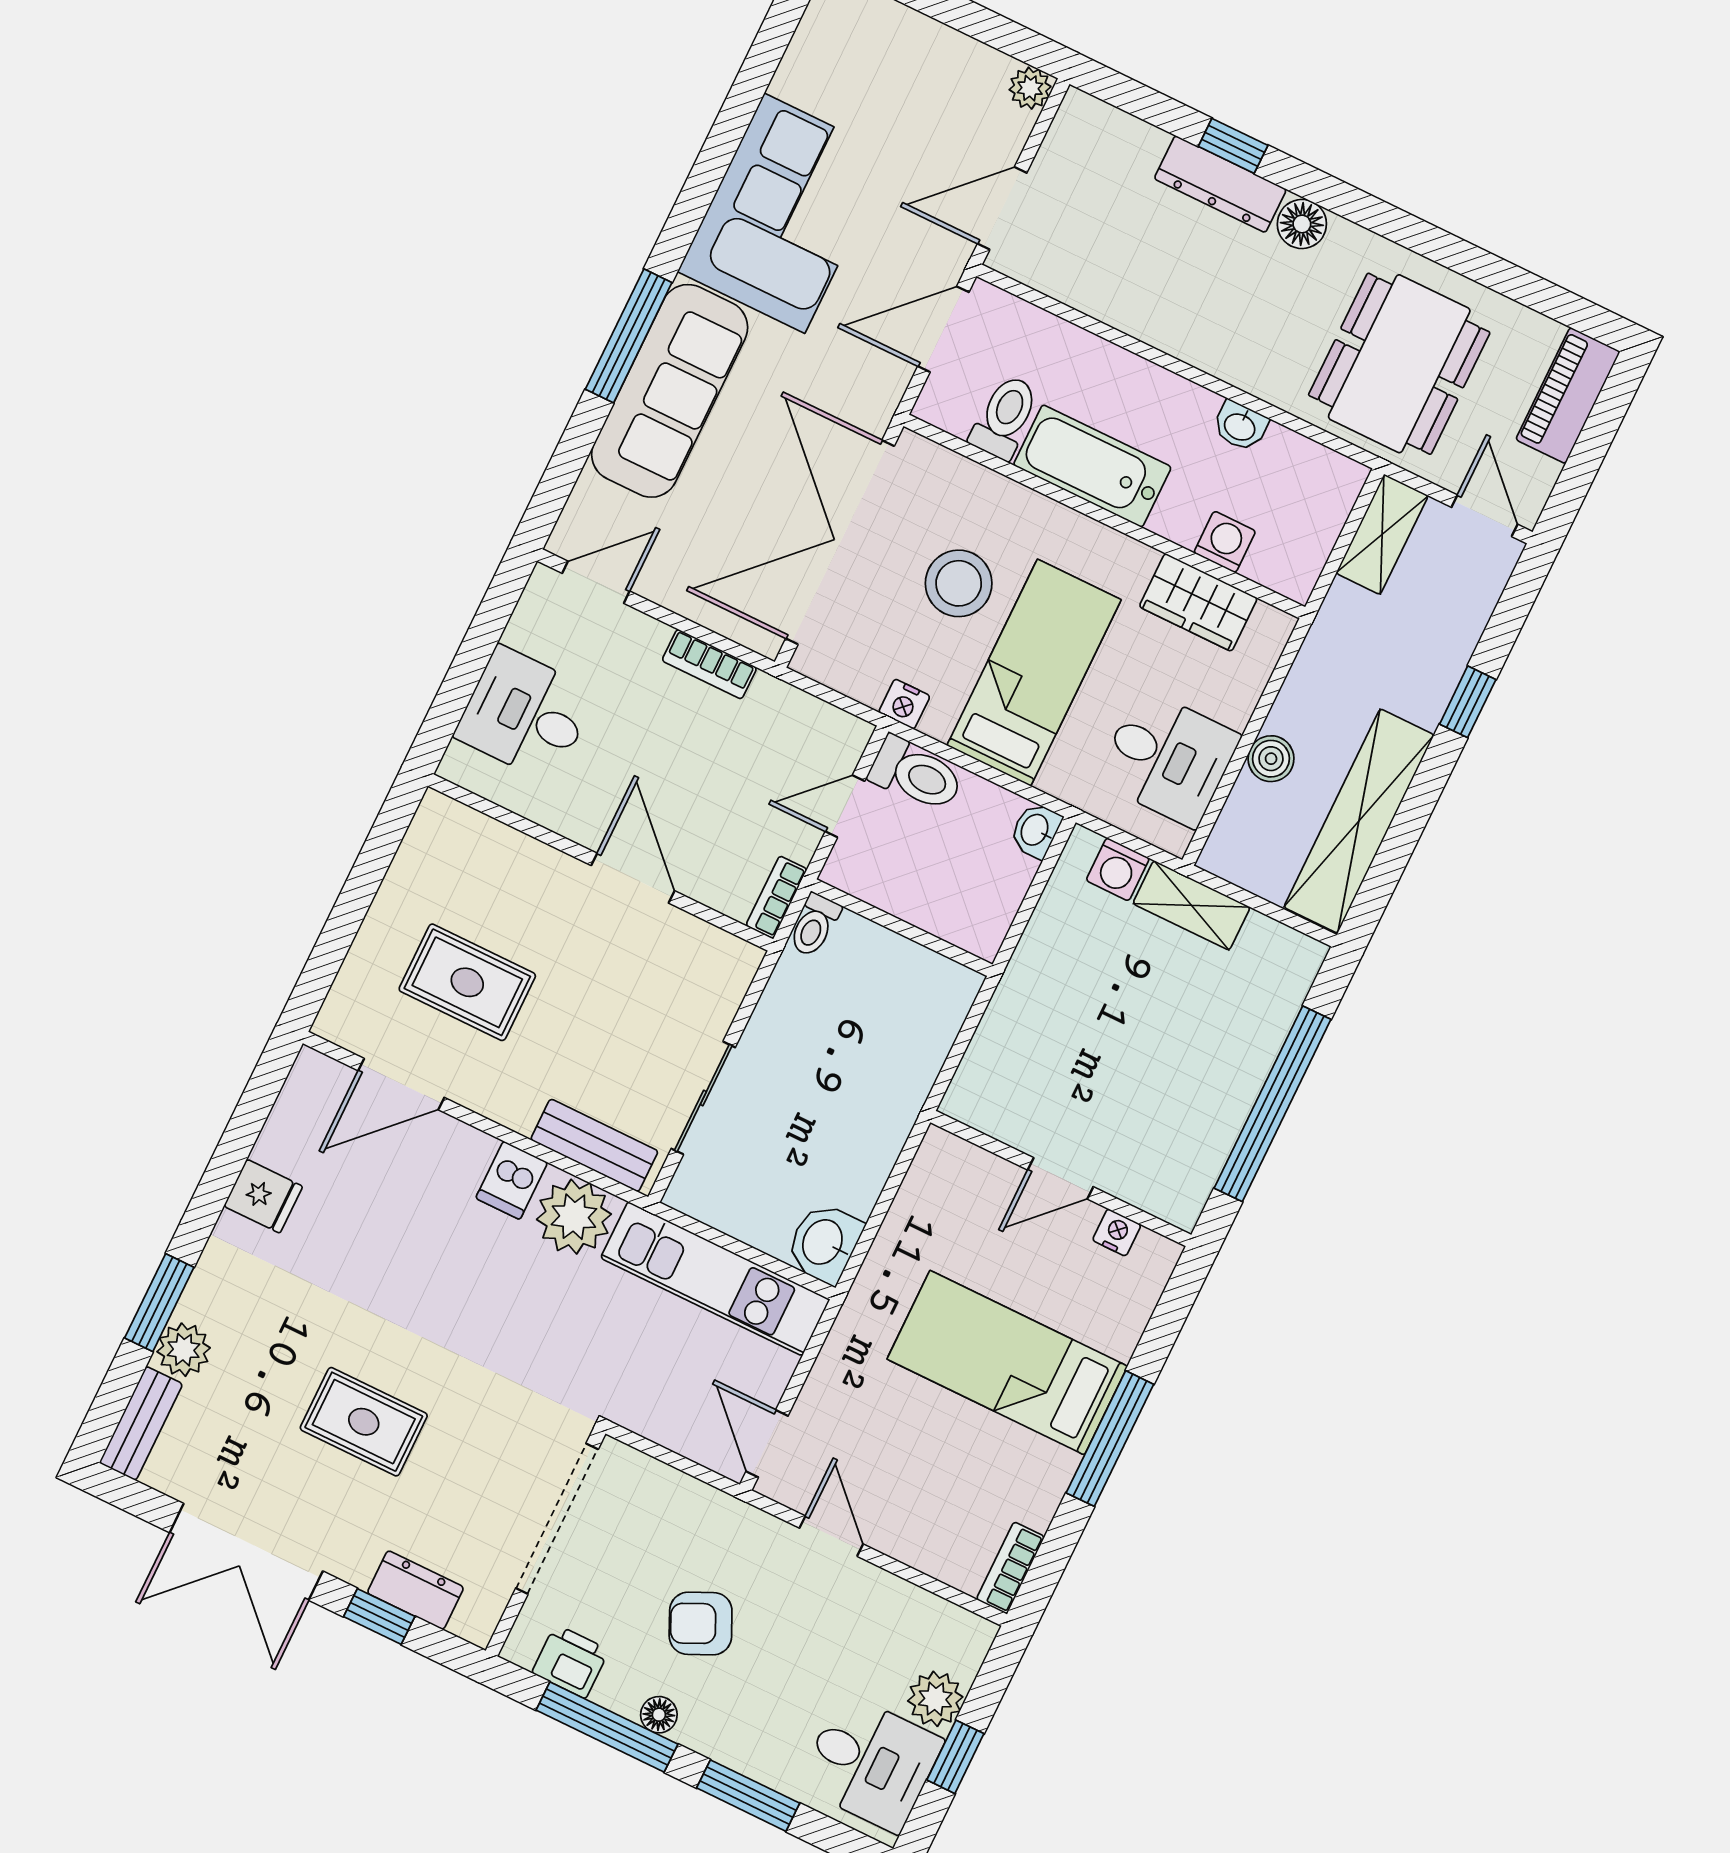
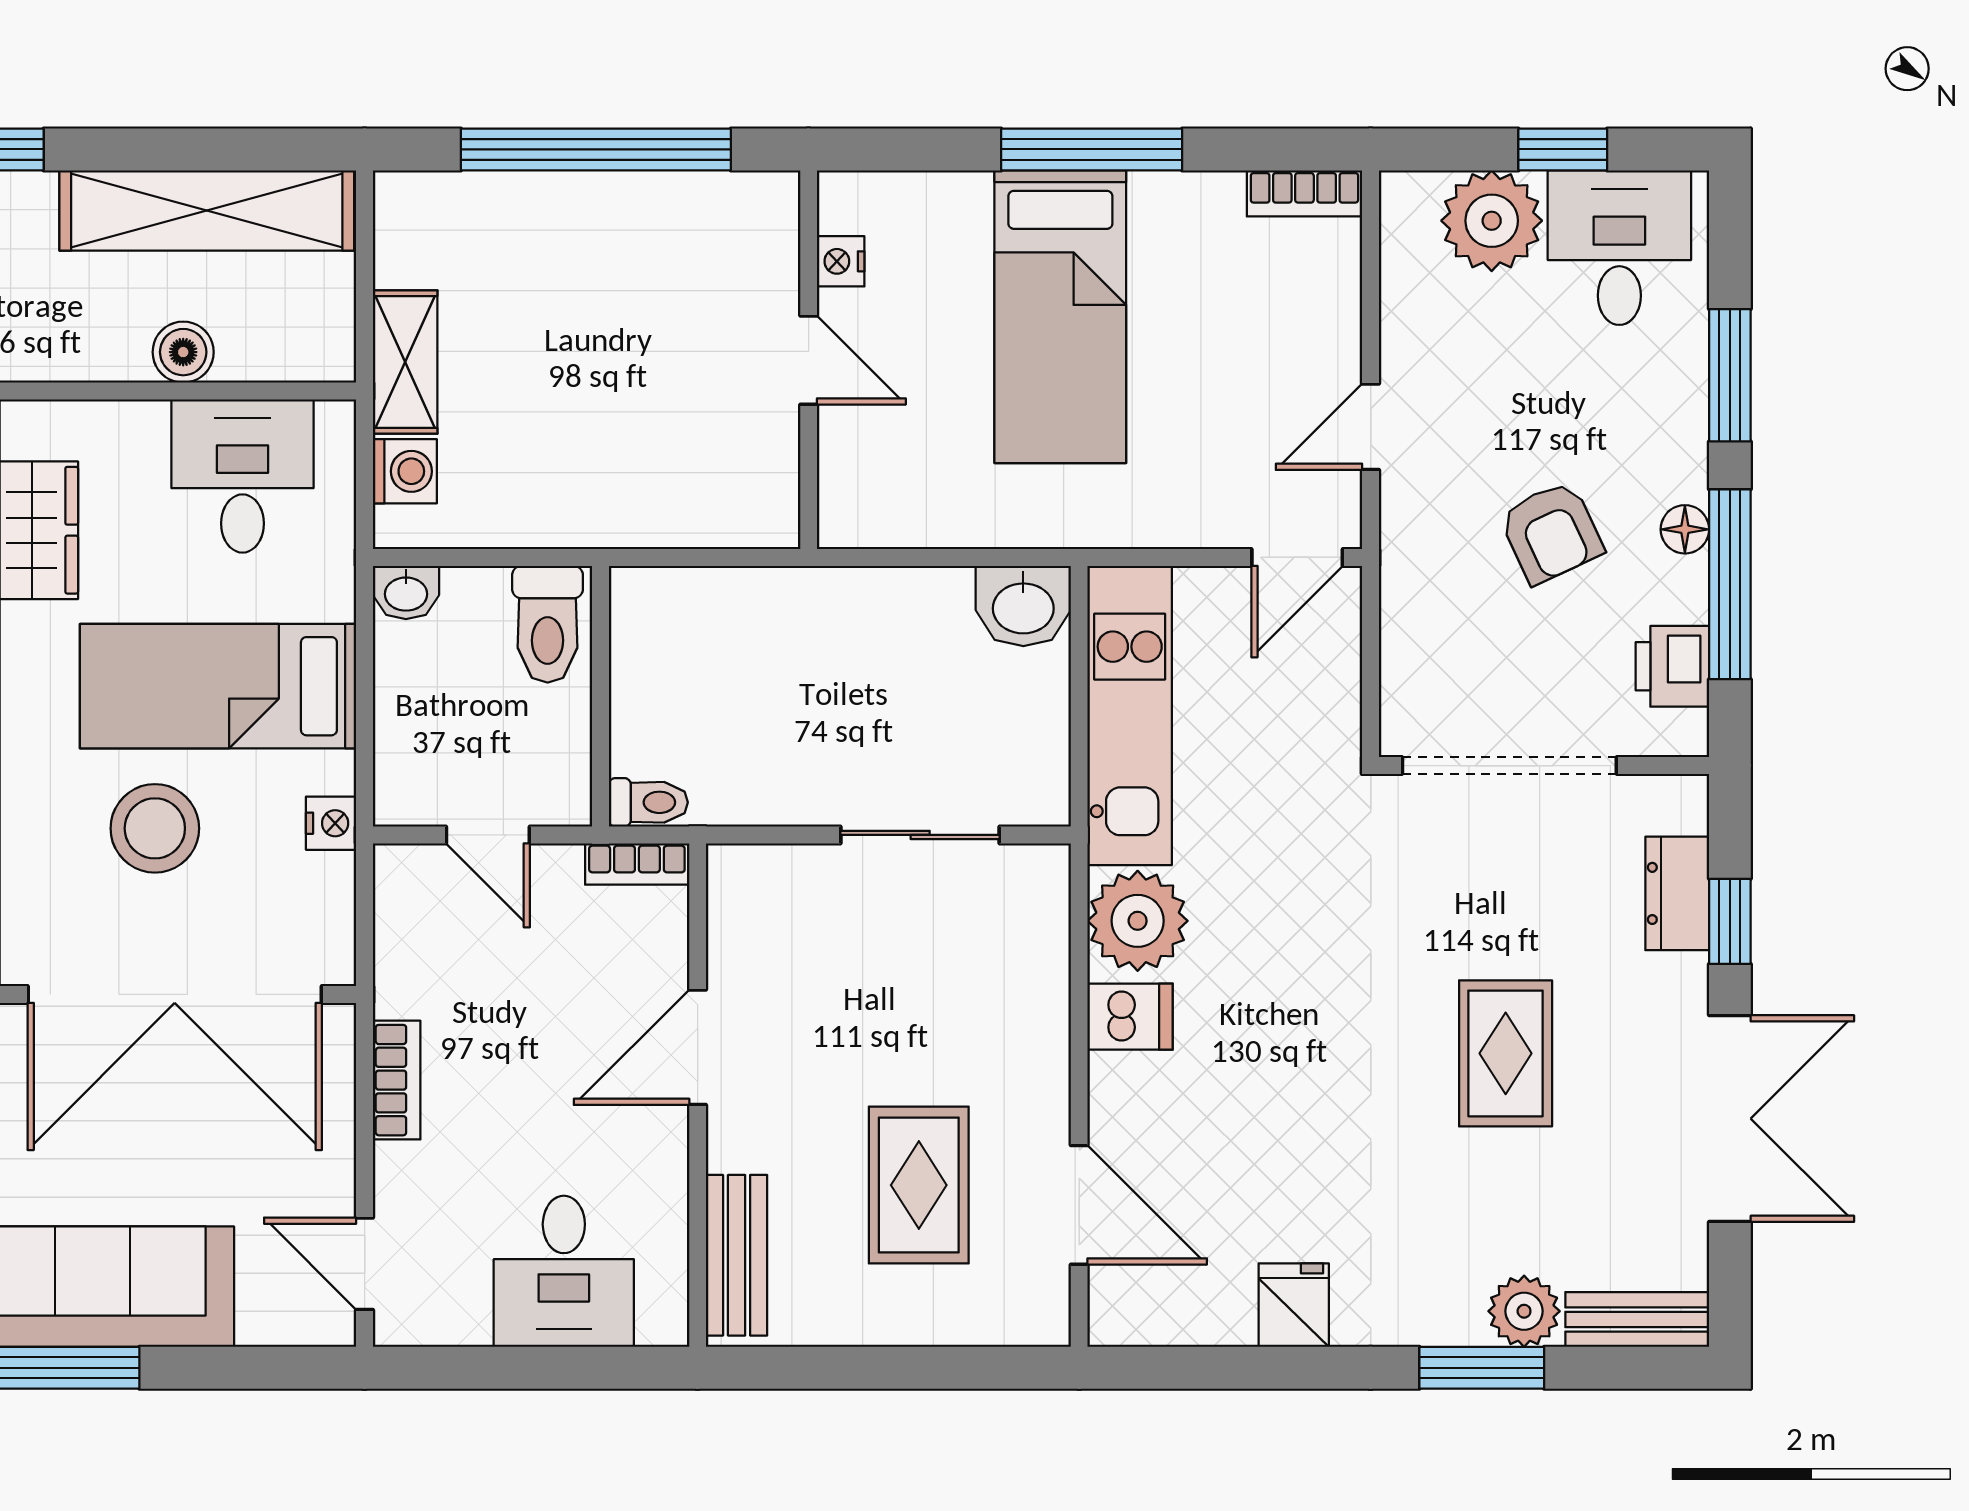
toilet: (916, 774) -> (548, 624), moved, turned 180
bench: (594, 1145) -> (737, 1255), moved
plant: (935, 1699) -> (1492, 221), width x1.36, depth x1.36

